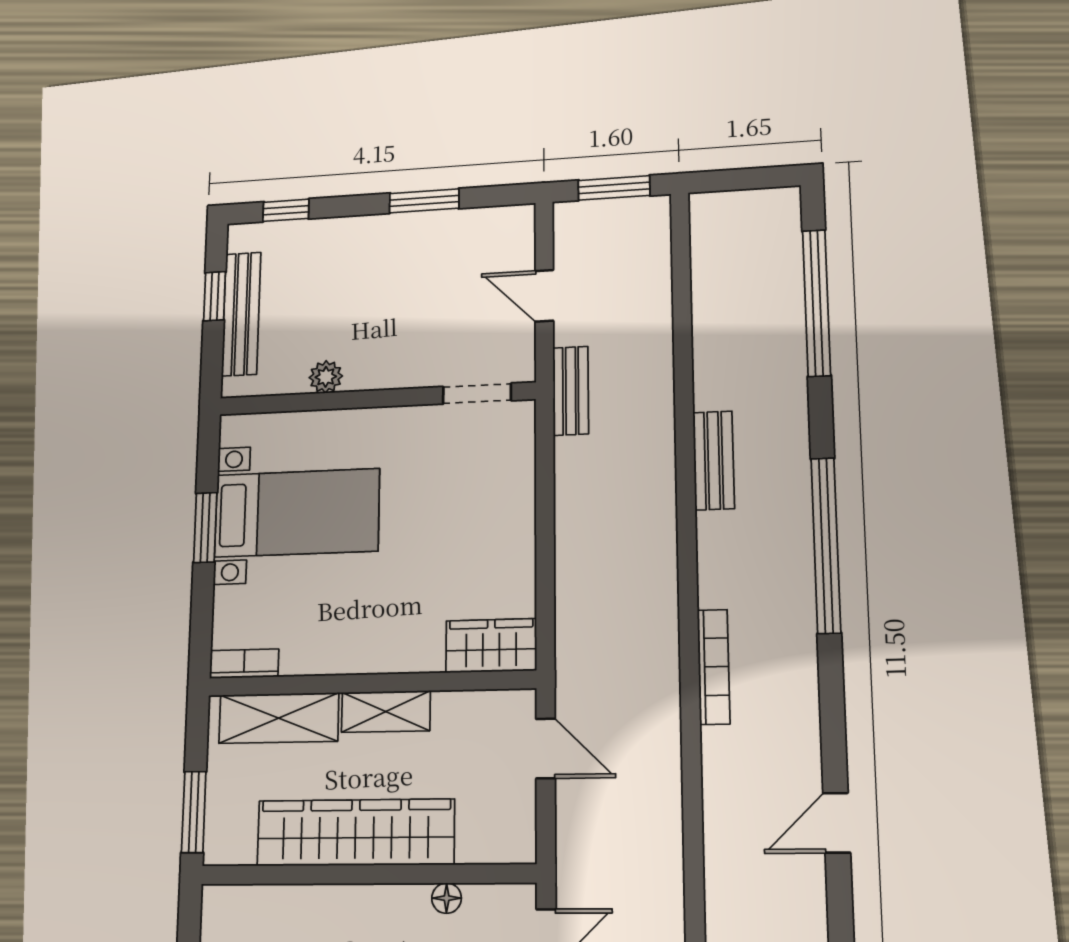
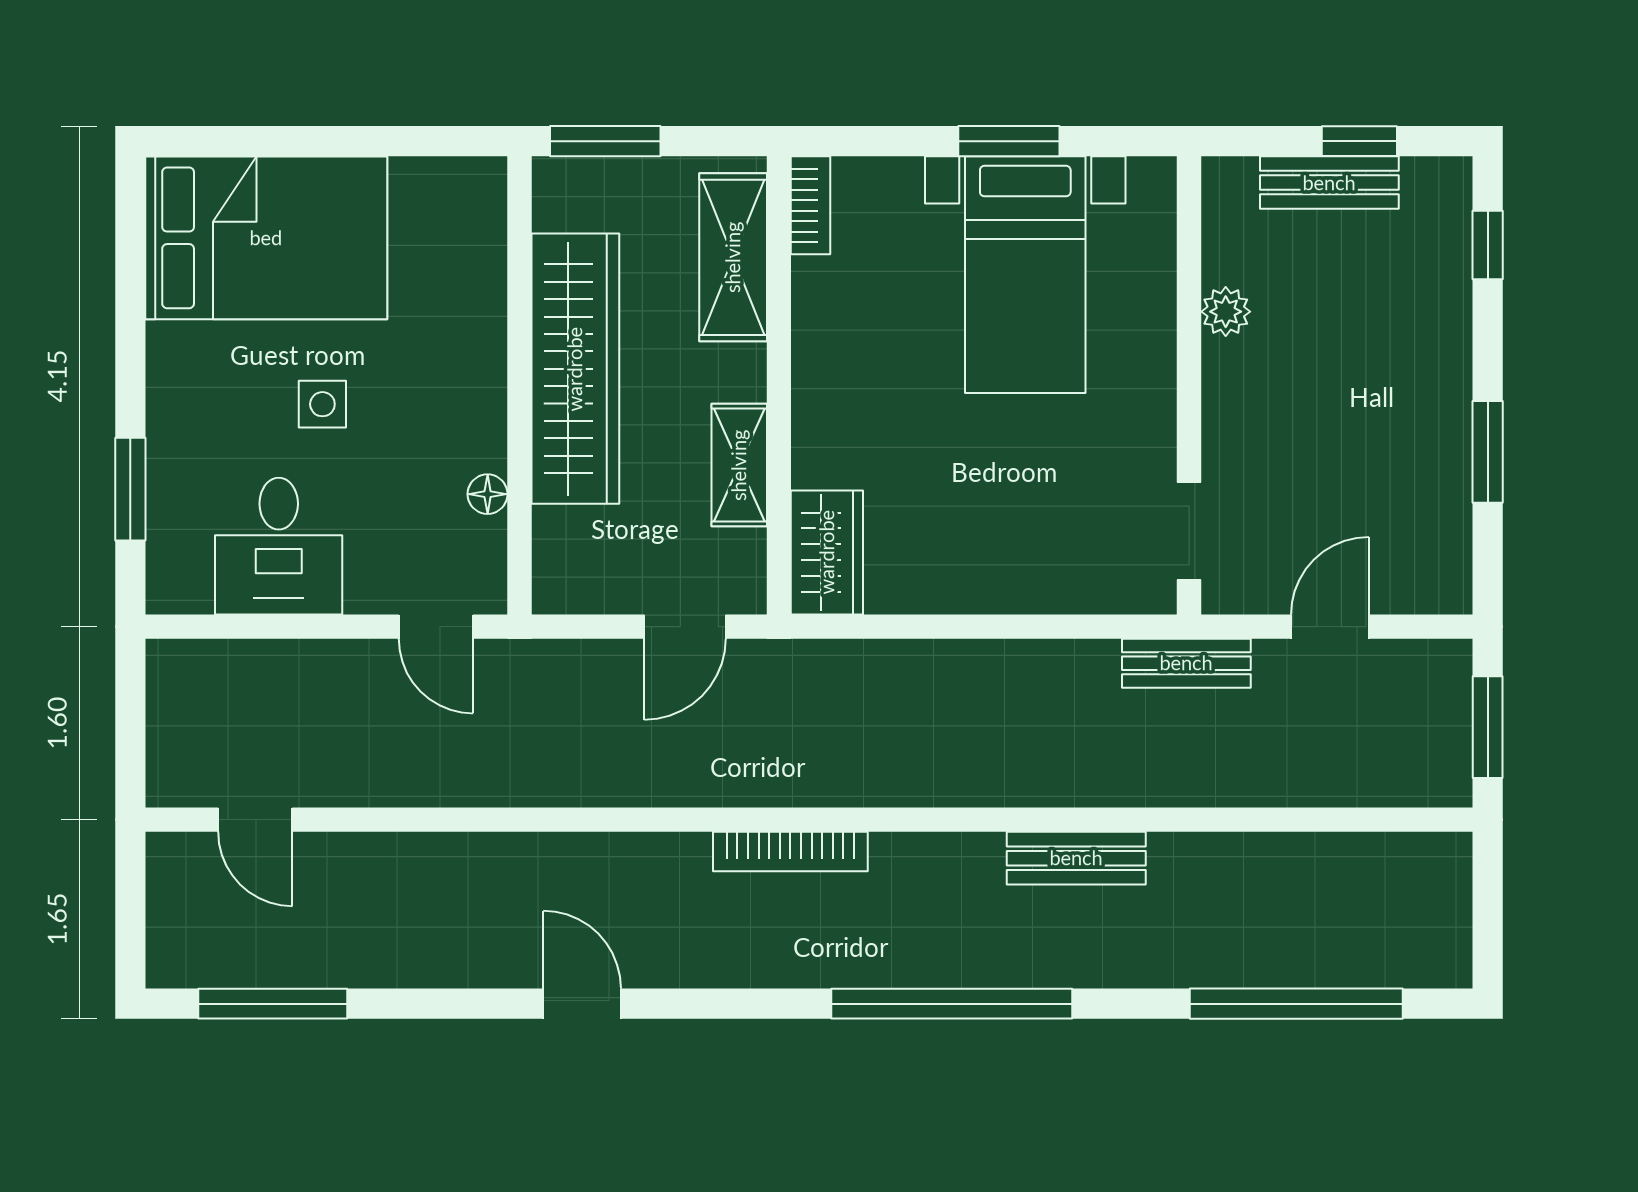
bench: (241, 314) -> (1329, 183), width x0.73
shelving: (386, 712) -> (739, 465), moved

